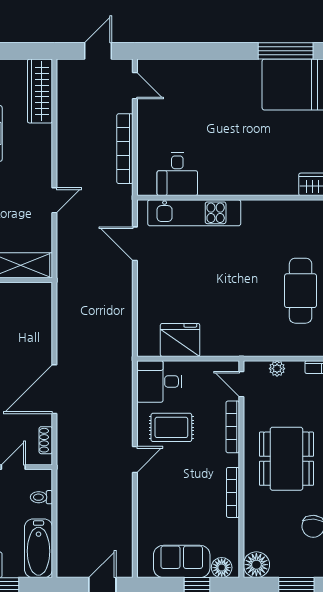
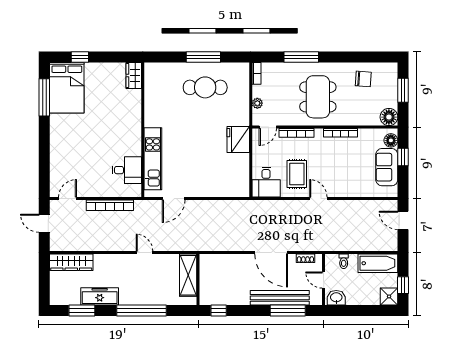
fridge: (180, 340) -> (238, 139), moved
dining table: (286, 459) -> (318, 97), turned 90

